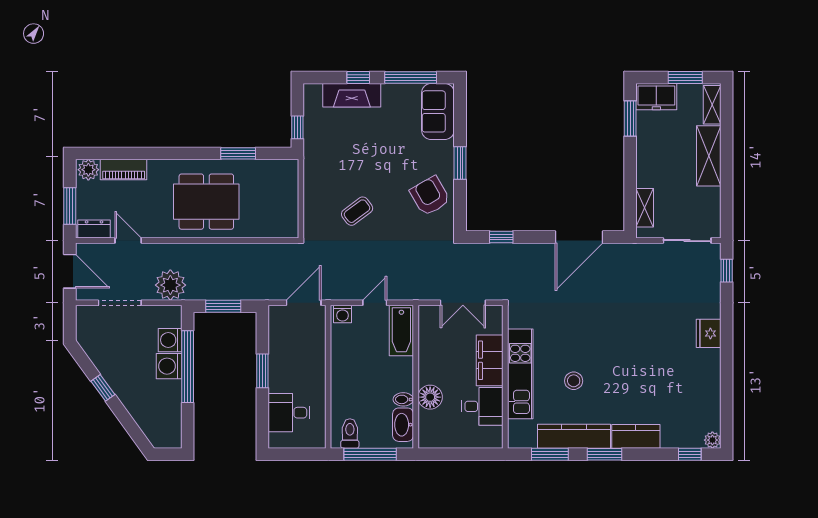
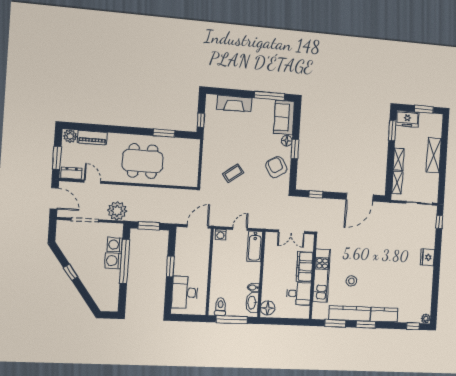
window: (358, 77) -> (239, 93), removed
shelving: (712, 105) -> (398, 159), moved
floor lamp: (445, 150) -> (287, 141), added
floor lamp: (430, 397) -> (268, 308), moved
desk: (289, 413) -> (185, 293), width x1.37

